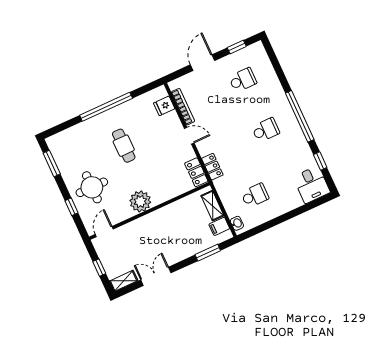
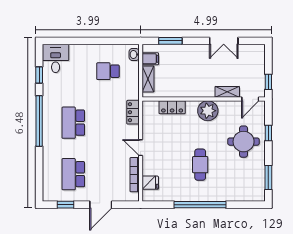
school desk: (243, 80) -> (73, 174), width x1.85
school desk: (266, 130) -> (73, 123), width x1.85
locker: (196, 172) -> (172, 107), moved, turned 90
window: (99, 268) -> (268, 82), moved
shelving: (124, 281) -> (227, 92), moved

